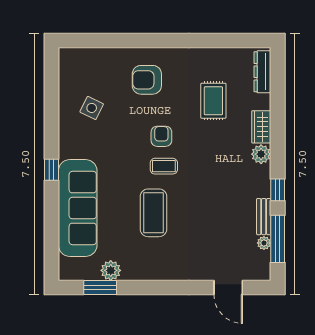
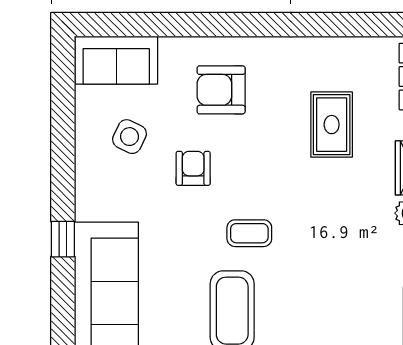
sofa: (84, 62) -> (116, 60), added
armchair: (161, 136) -> (193, 168), moved

